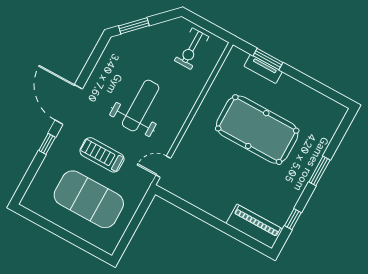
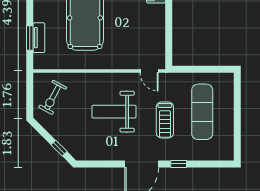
window: (134, 26) -> (59, 148), width x0.67
exercise bike: (192, 49) -> (53, 97), turned 118
exercise mat: (89, 199) -> (202, 112), width x0.68

